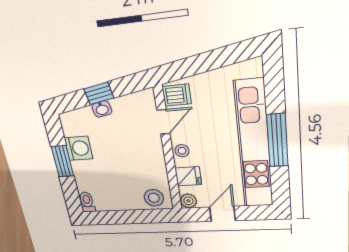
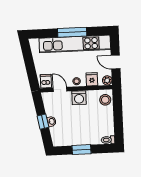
washing machine: (79, 148) -> (79, 98), moved, turned 180

